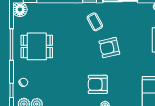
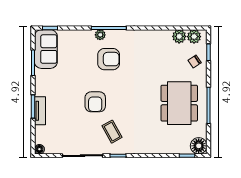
dining table: (37, 46) -> (179, 103), width x1.38
armchair: (109, 48) -> (95, 102), turned 103

